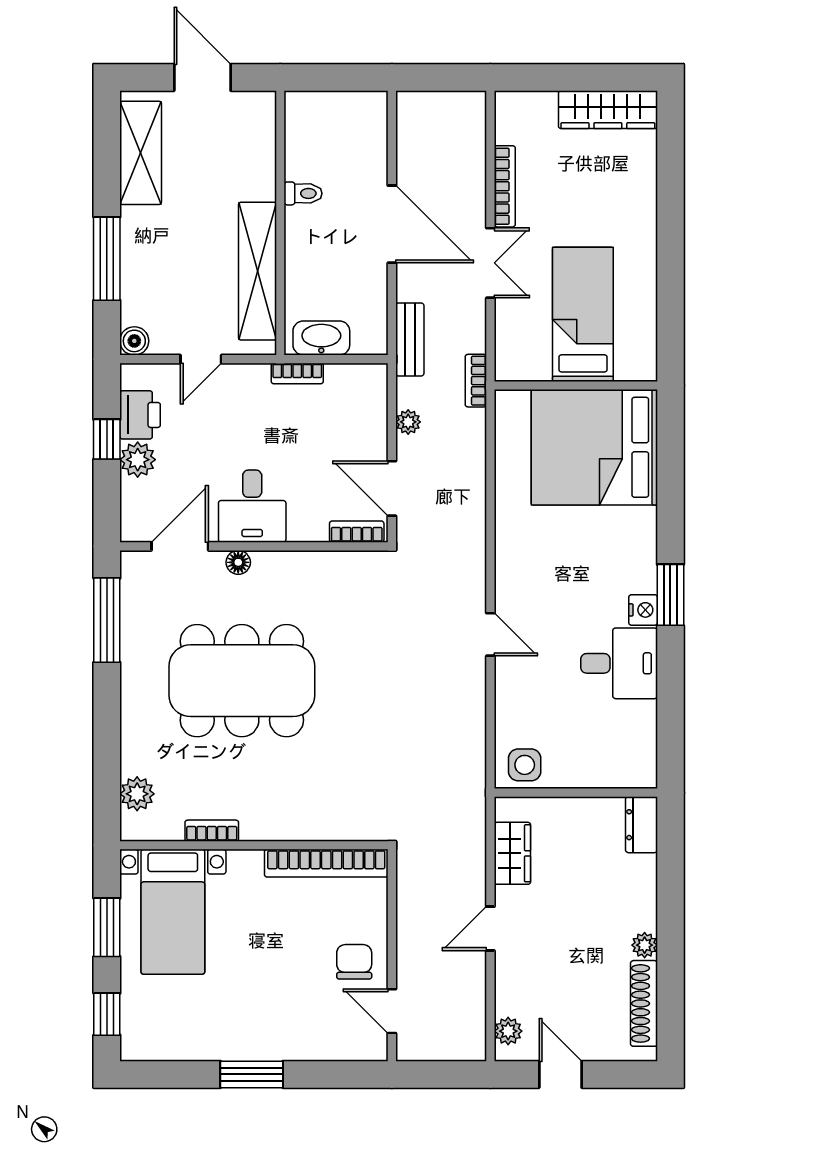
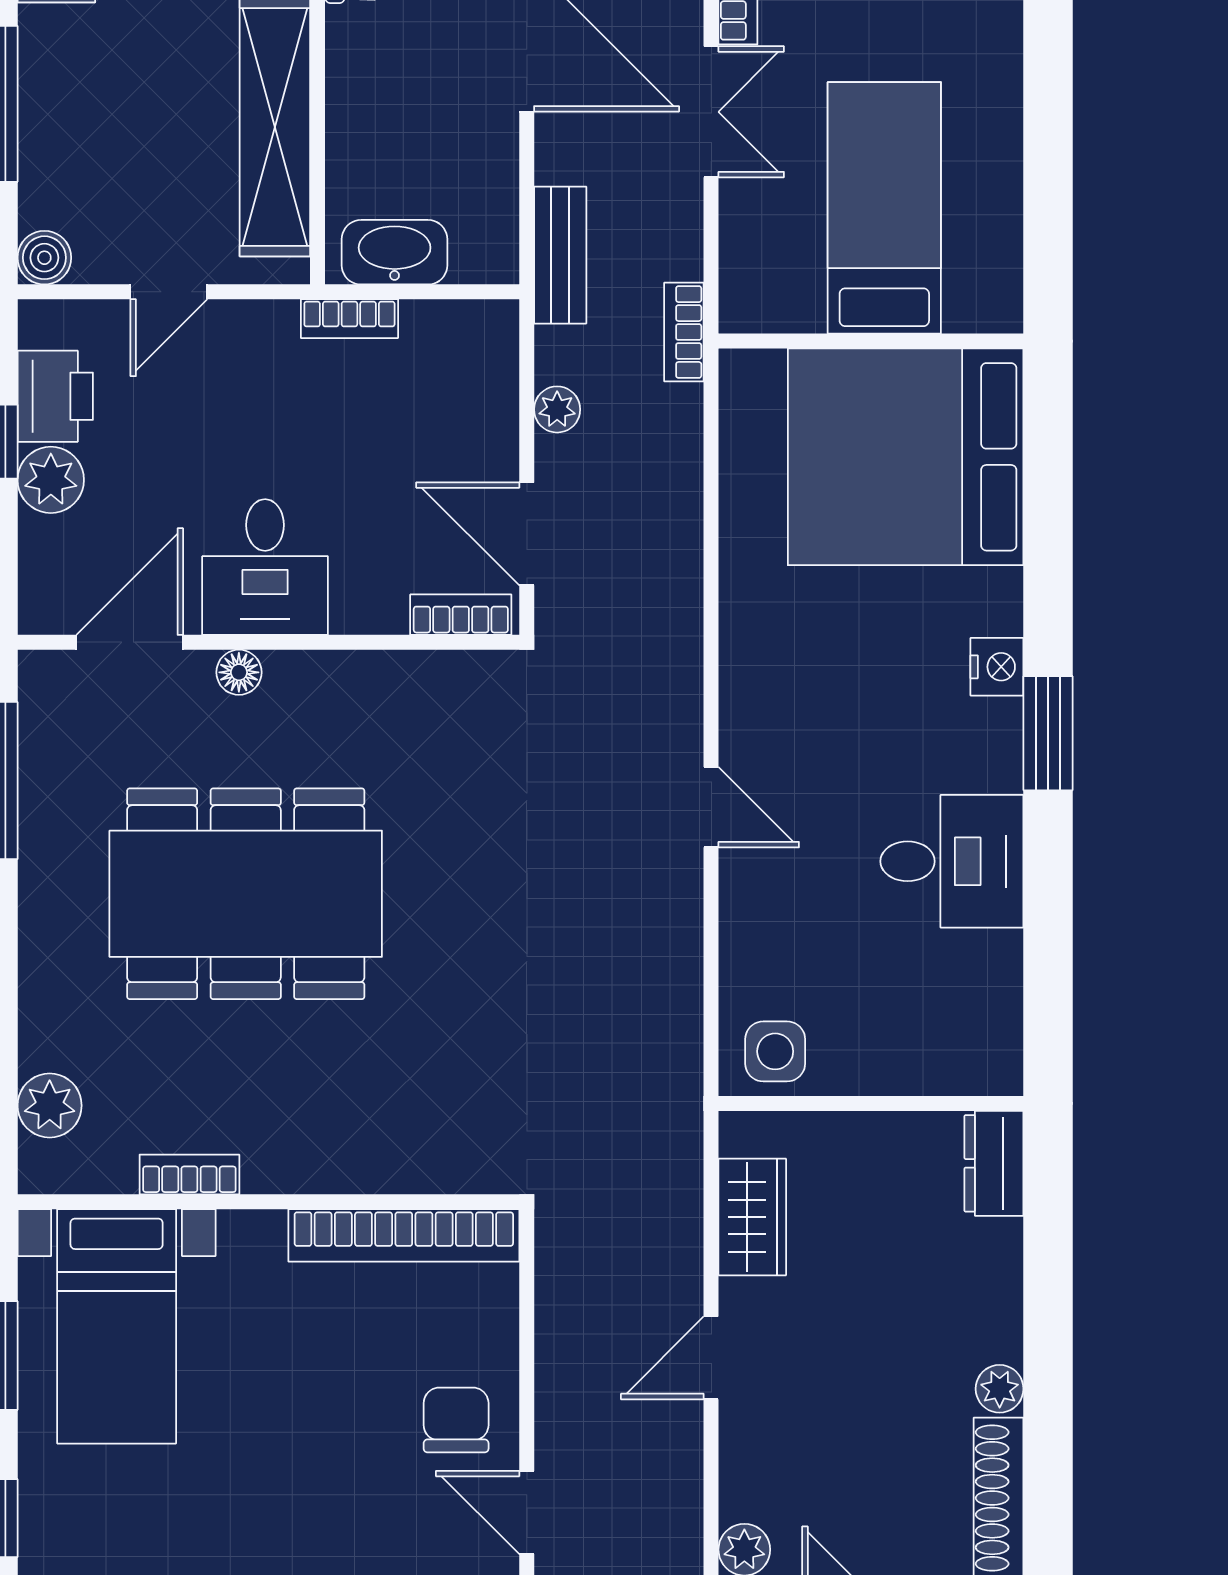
nightstand: (643, 610) -> (997, 667), moved

